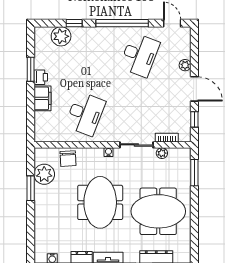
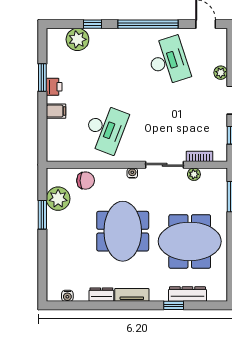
desk: (140, 55) -> (168, 61), turned -39
filing cabinet: (42, 98) -> (56, 111), width x0.50
chair: (68, 159) -> (86, 181), turned -87

